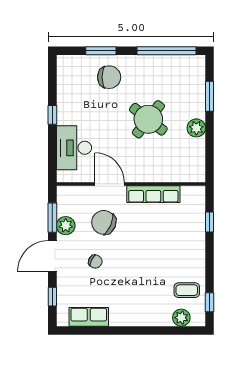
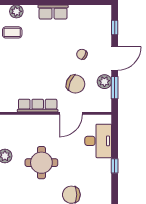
round table: (148, 119) -> (41, 163), turned -38
door: (110, 184) -> (71, 113), hinge flipped
row of seats: (89, 317) -> (53, 12), moved

